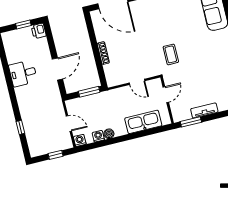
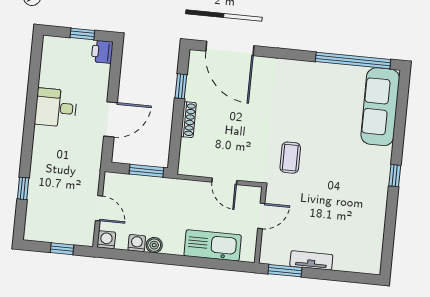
window: (92, 35) -> (181, 86), added

